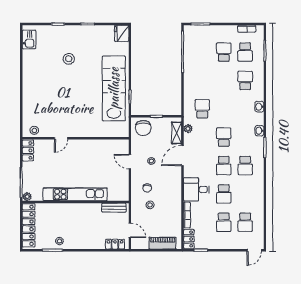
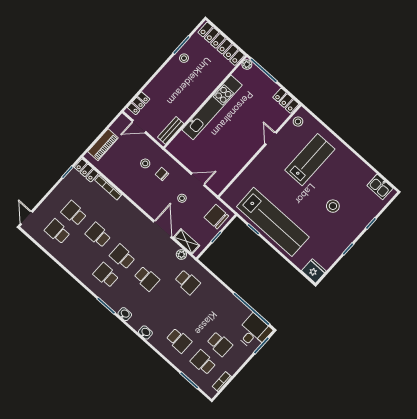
lab bench: (52, 101) -> (310, 160), added
desk: (196, 189) -> (254, 332), moved

